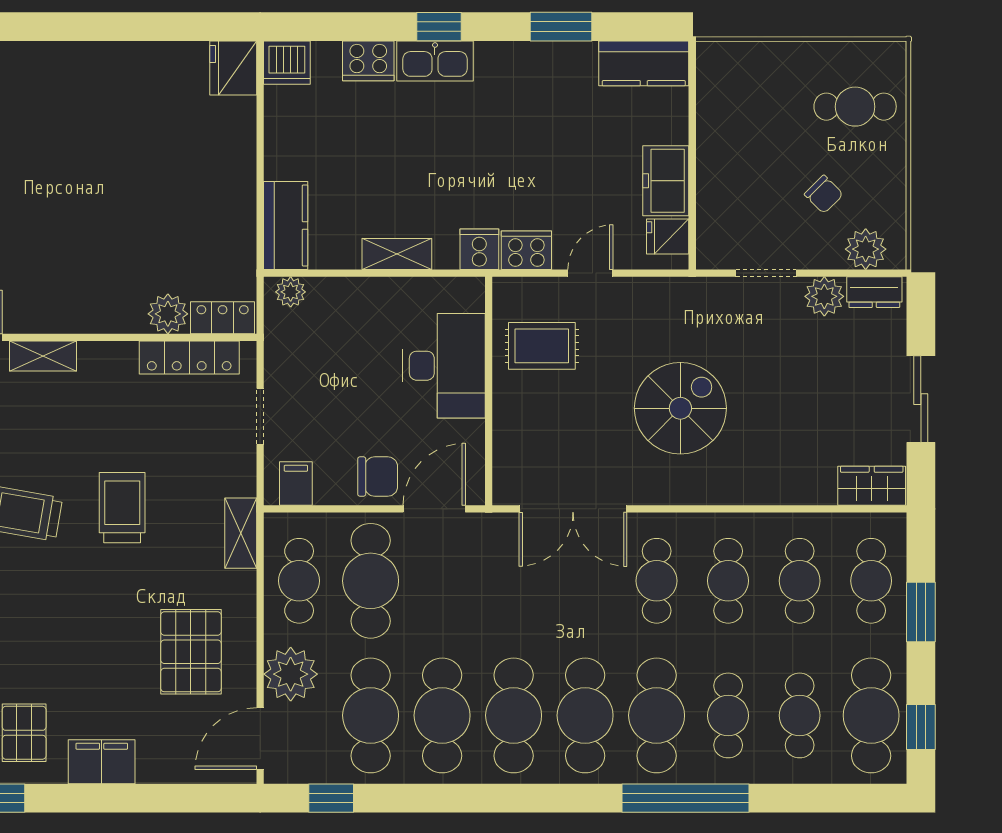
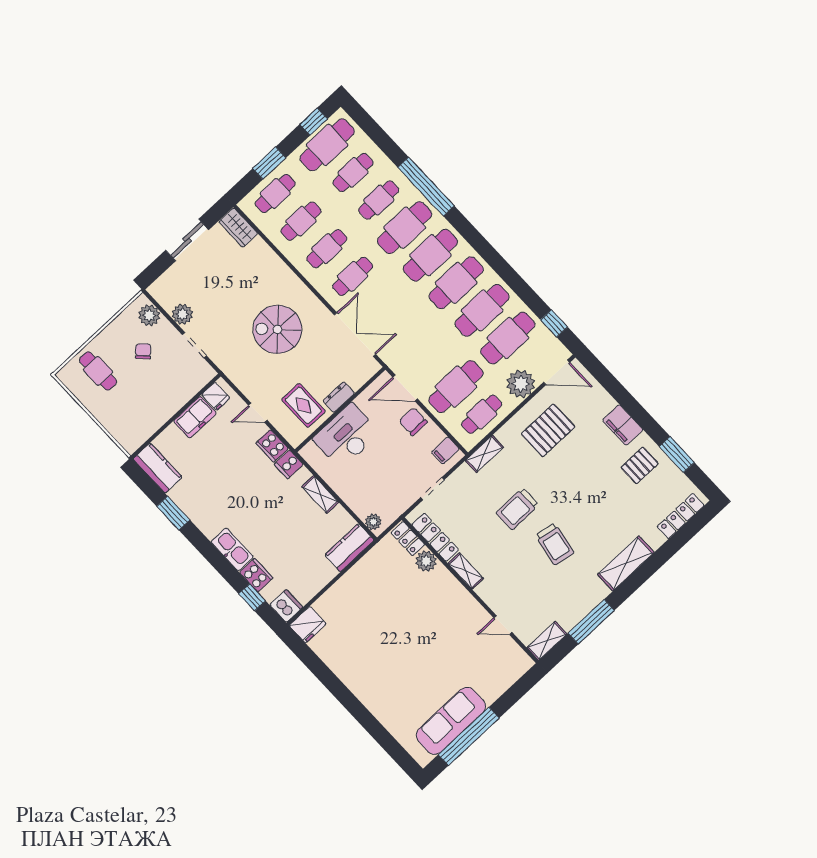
window: (439, 27) -> (252, 597), moved
dresser: (874, 292) -> (339, 397), moved, turned -90
shelving: (43, 356) -> (466, 571), moved

